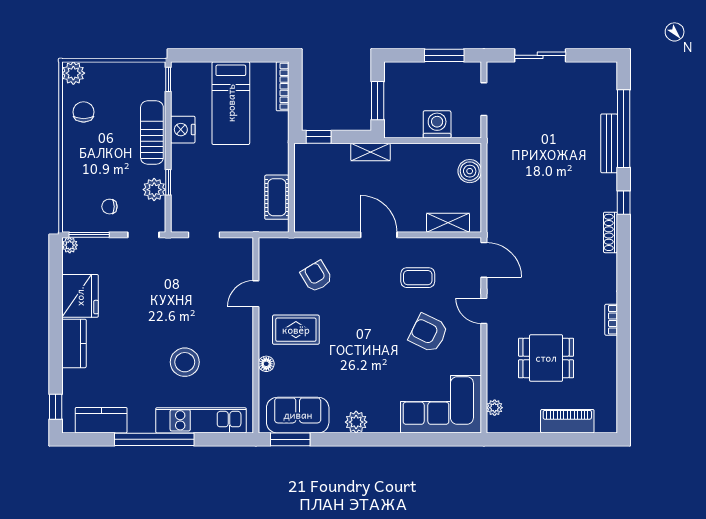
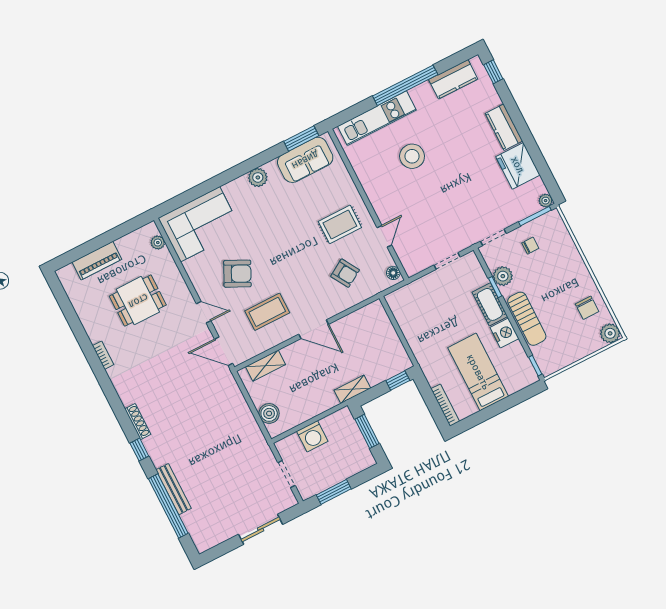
cot: (277, 197) -> (490, 304), moved
coffee table: (418, 278) -> (267, 312), width x1.36, depth x1.30
floor lamp: (266, 364) -> (393, 273), moved

